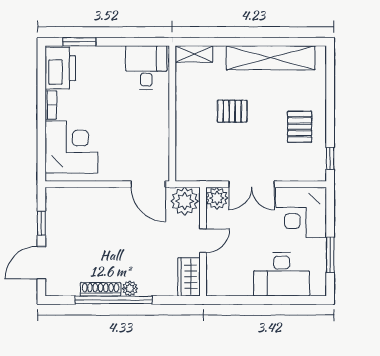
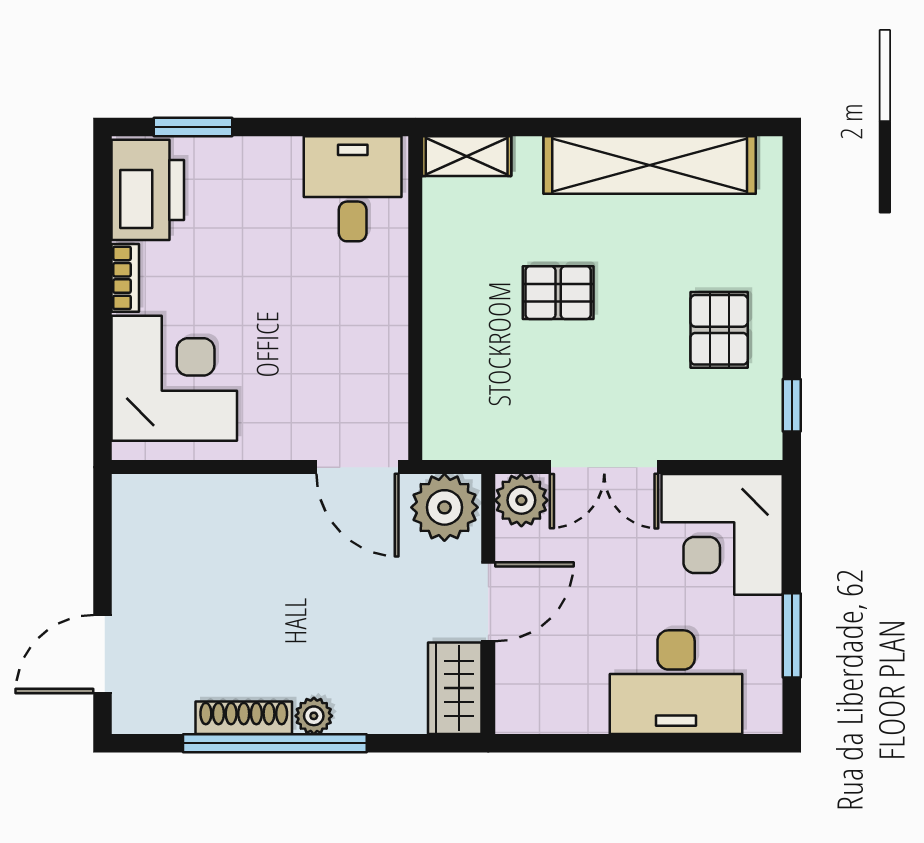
window: (41, 223) -> (102, 560), removed
door: (203, 241) -> (488, 602), width x1.38

